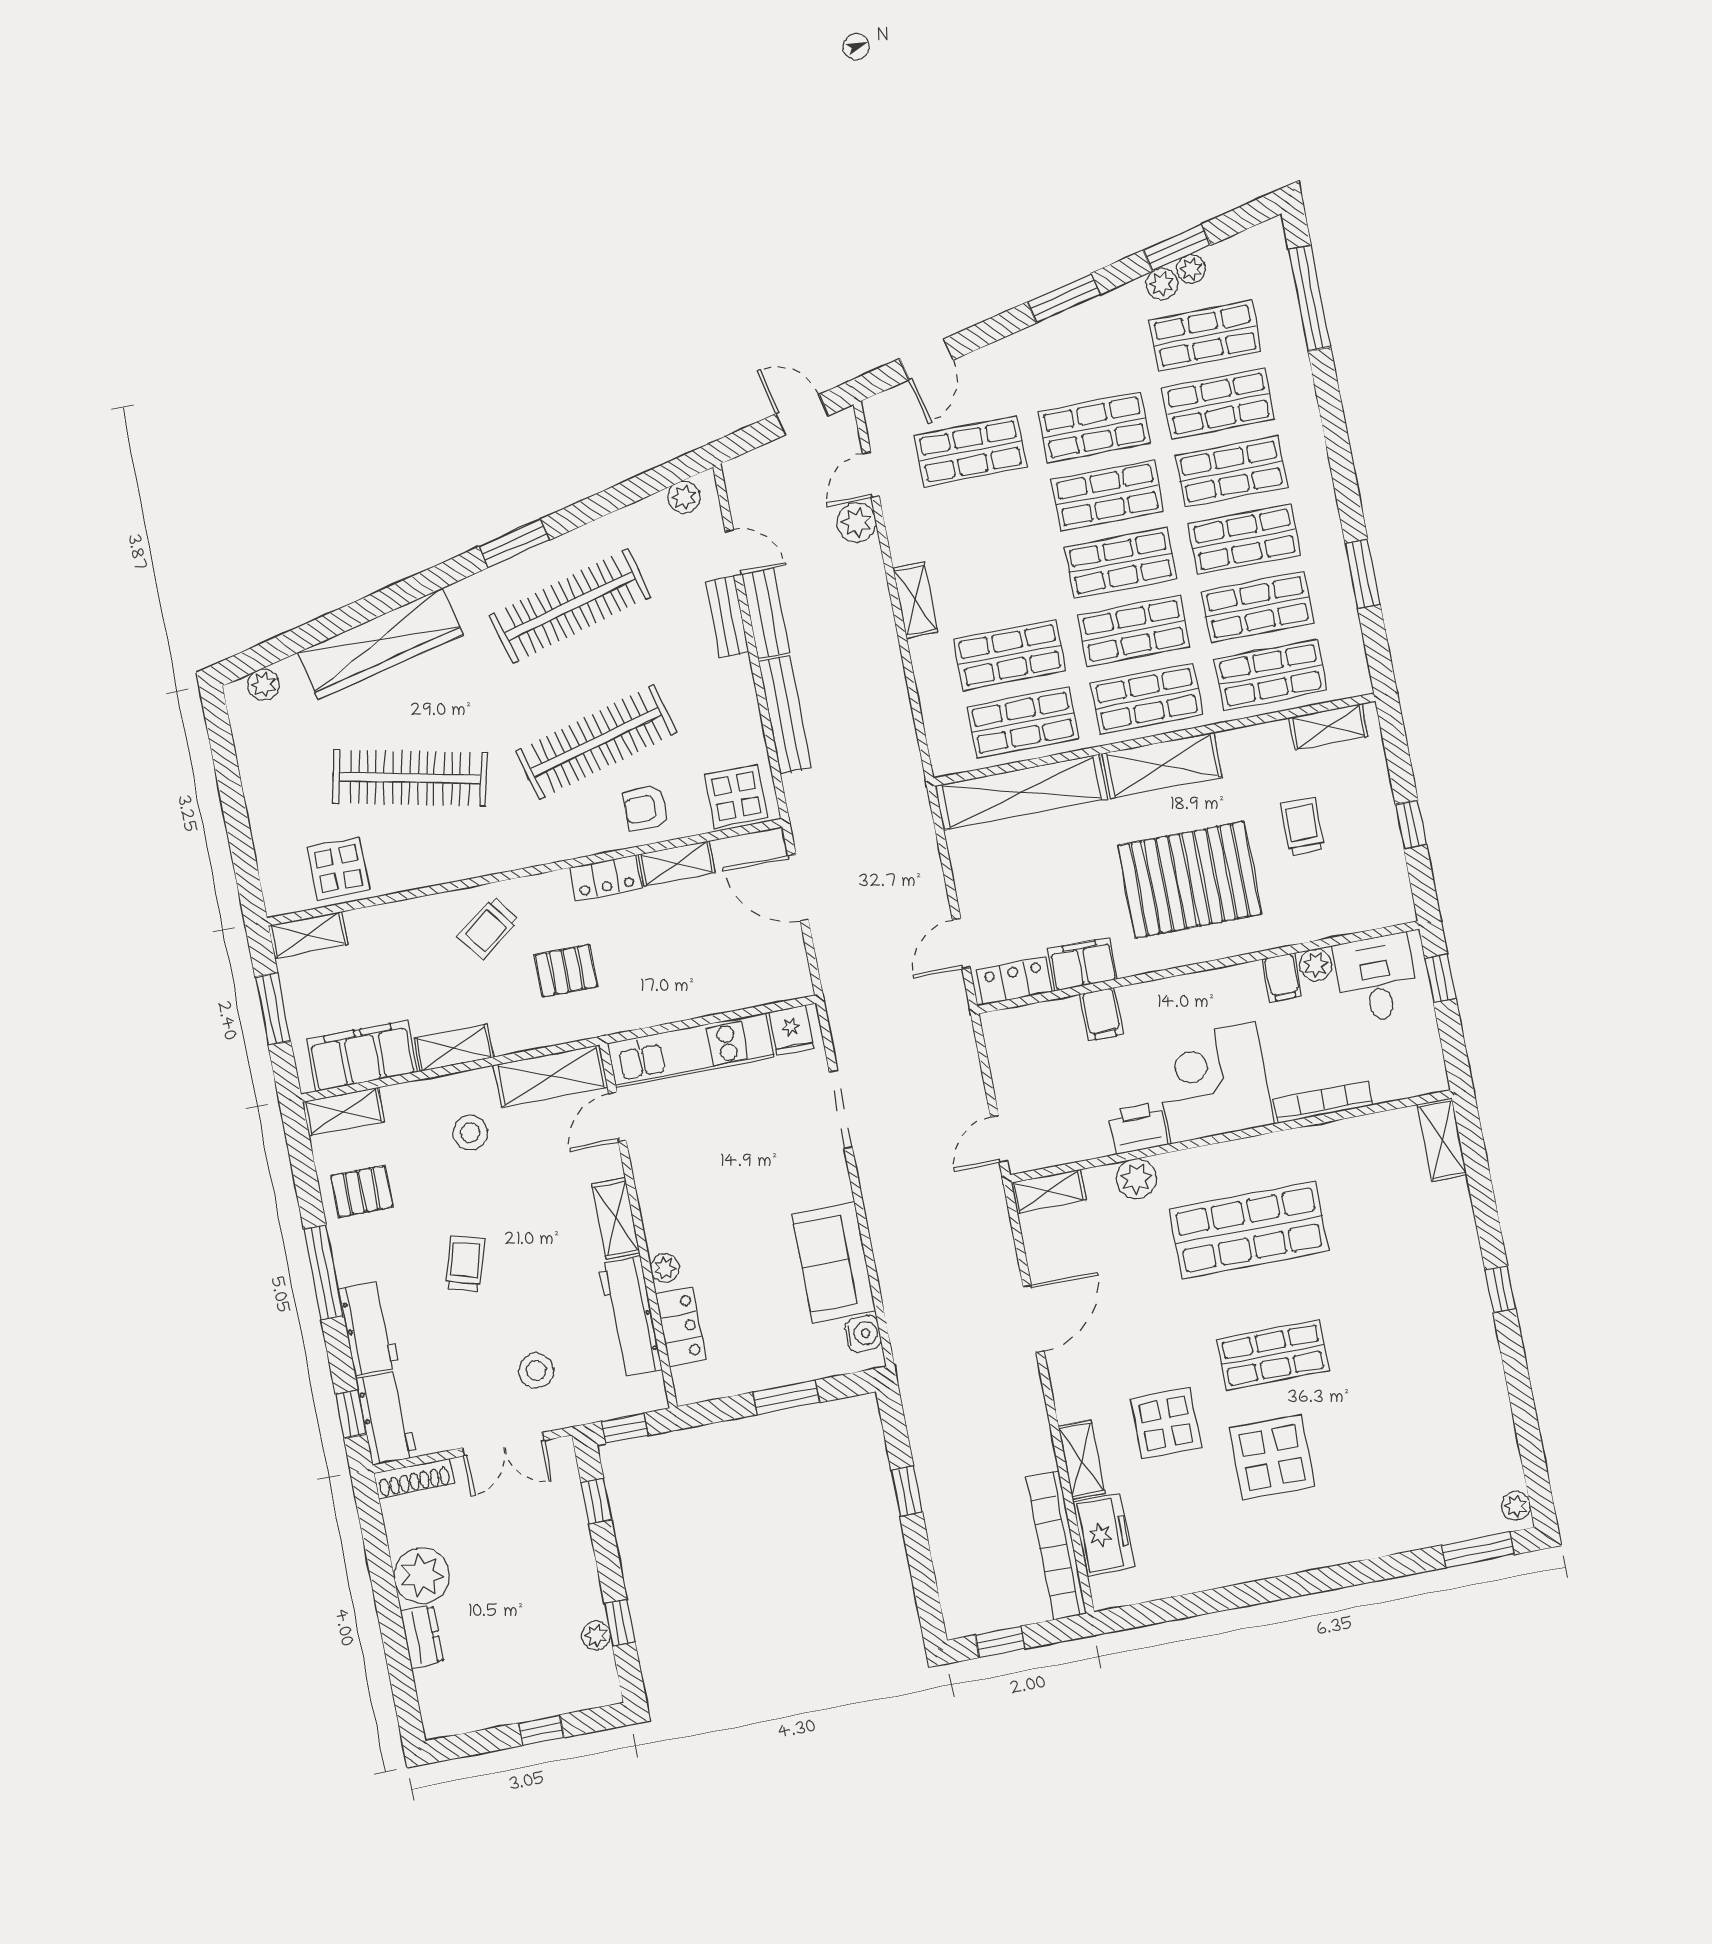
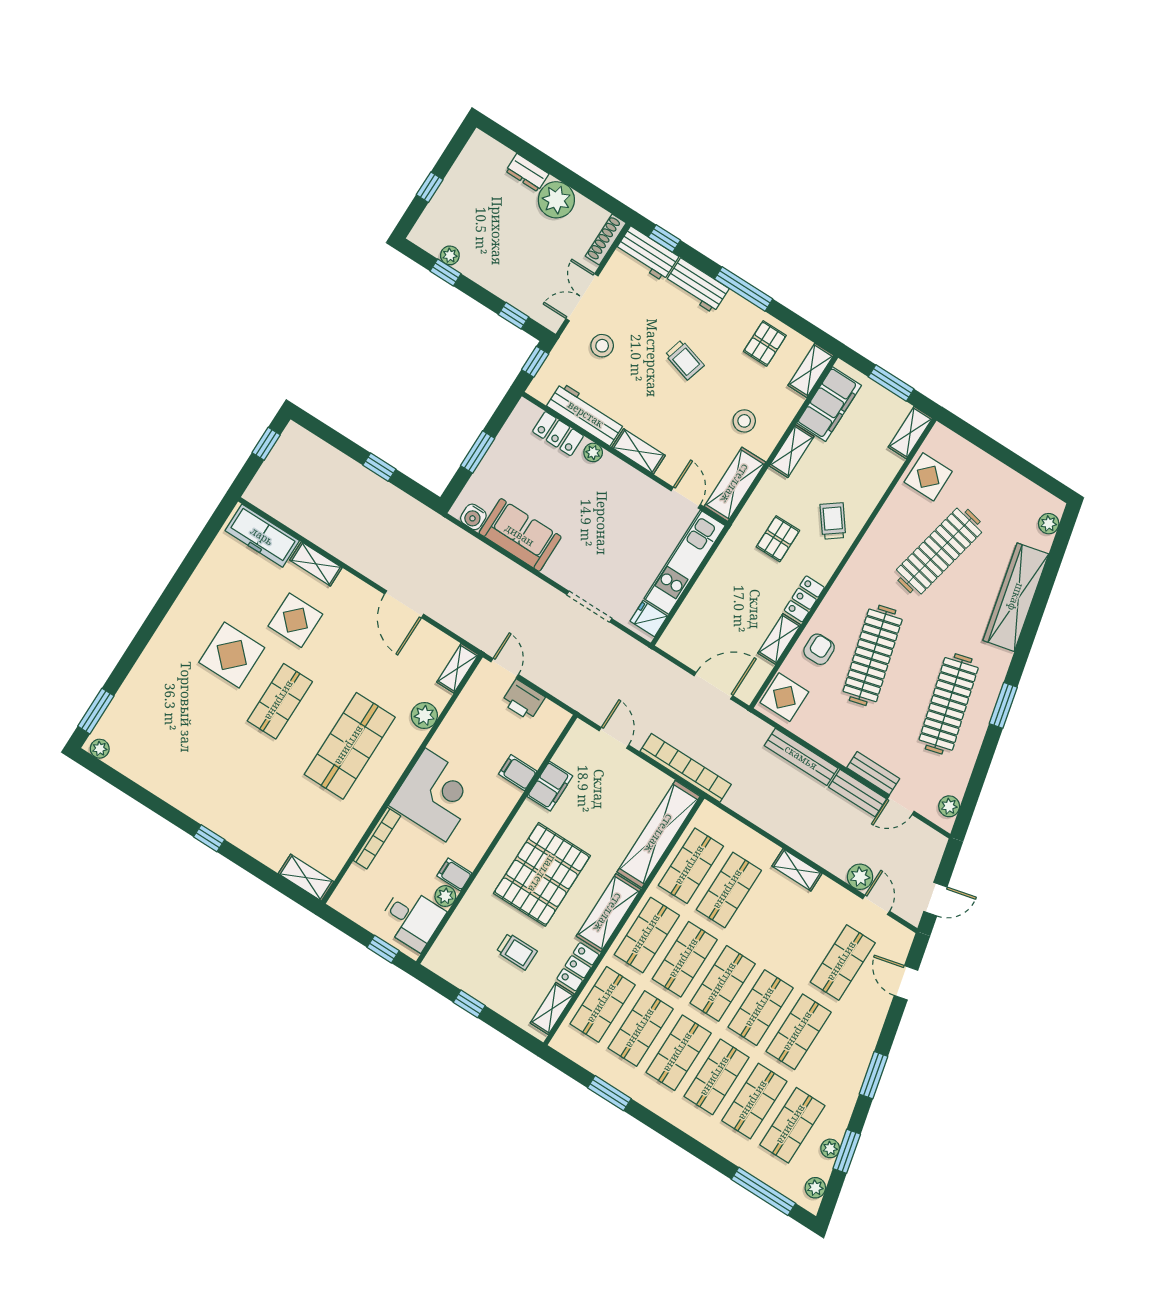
plant: (1162, 284) -> (815, 1188), moved
locker: (1014, 981) -> (578, 967), moved, turned 180
printer: (1138, 1128) -> (523, 700), moved, turned 90
freezer: (1104, 1535) -> (262, 536), width x1.40
bookcase: (1057, 1545) -> (686, 768), moved

